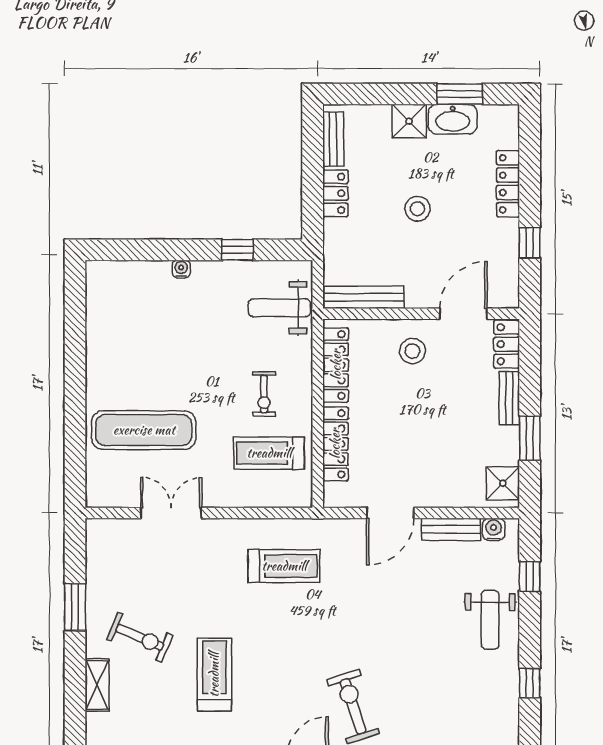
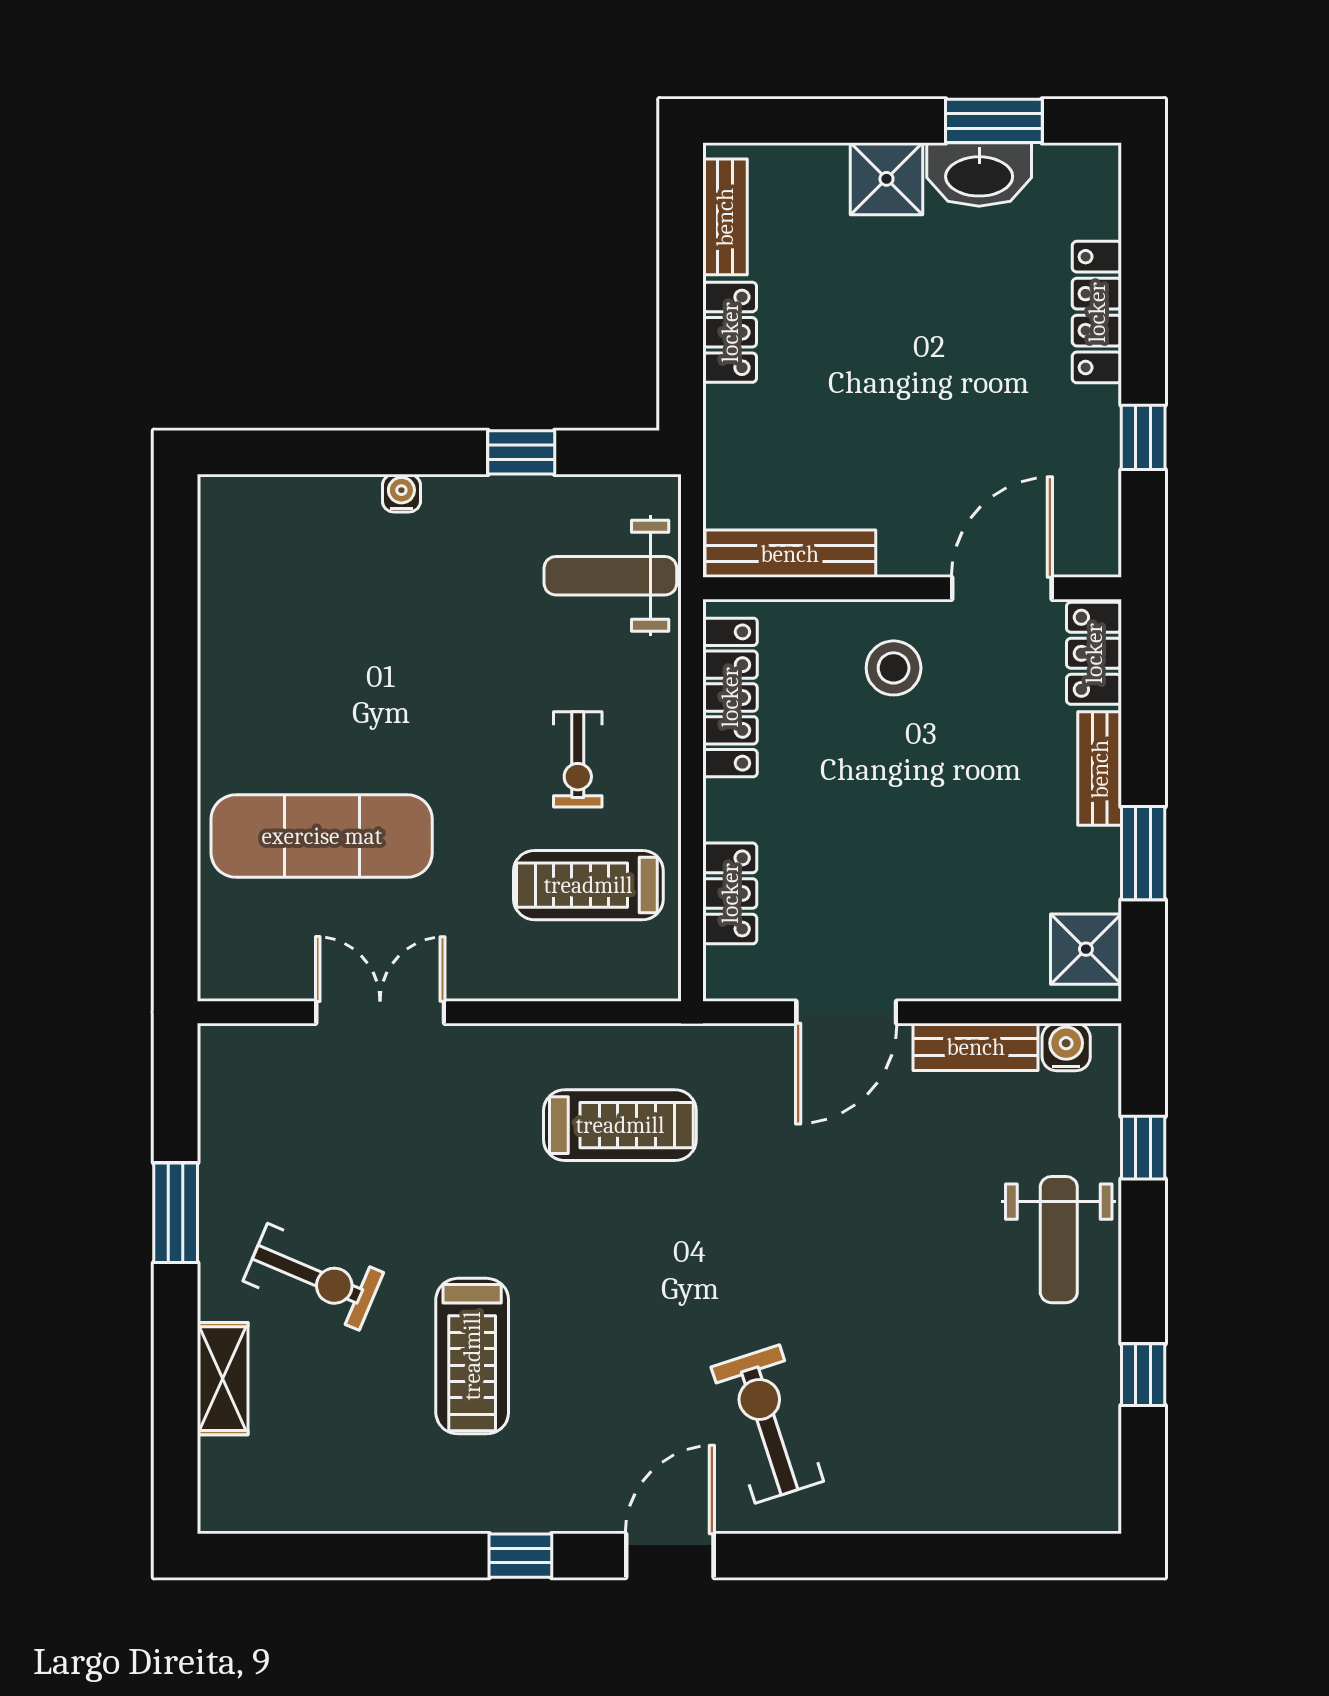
stool: (418, 209) -> (904, 365), removed
locker: (335, 444) -> (730, 893), width x0.66
treadmill: (214, 675) -> (472, 1356), turned 180

